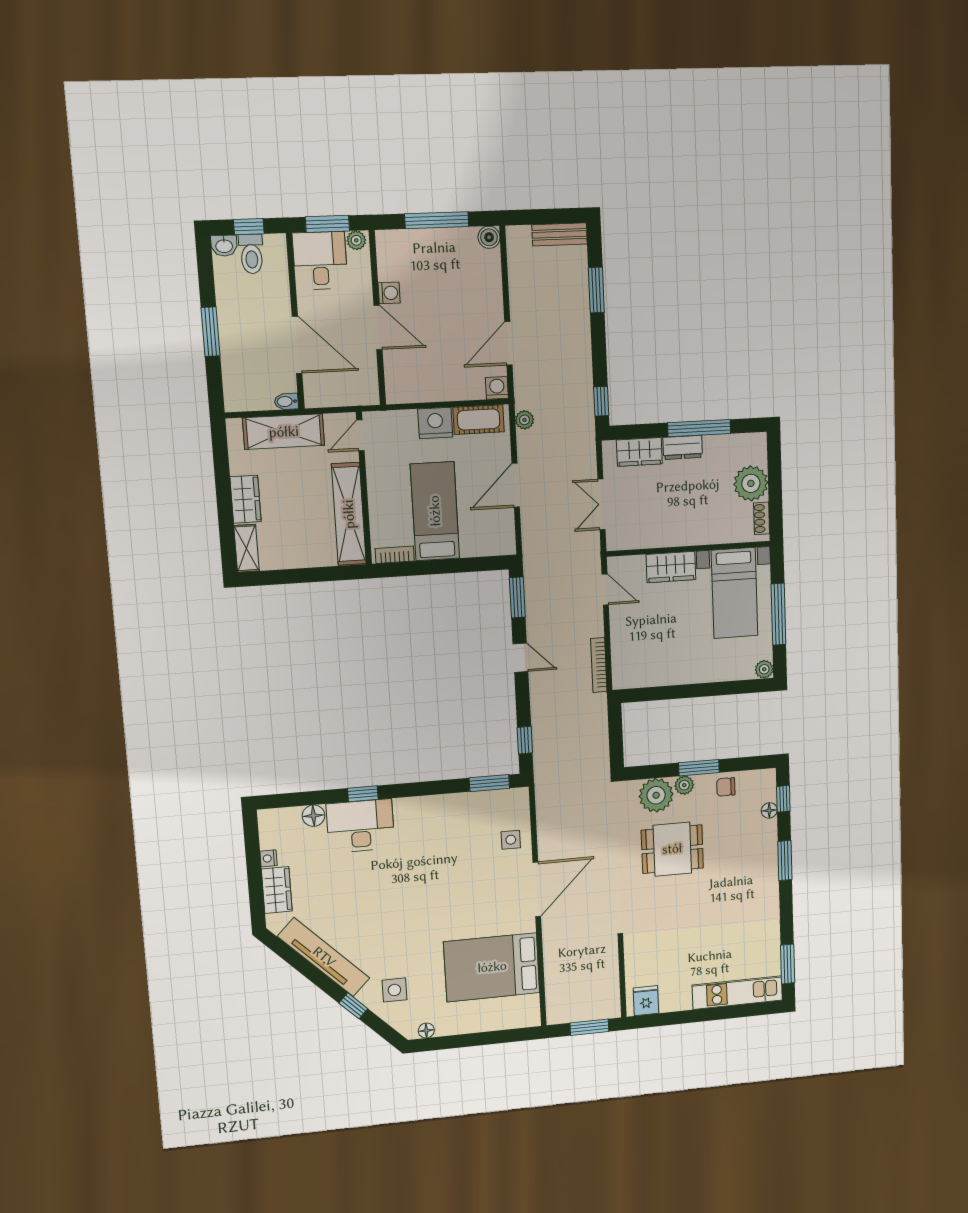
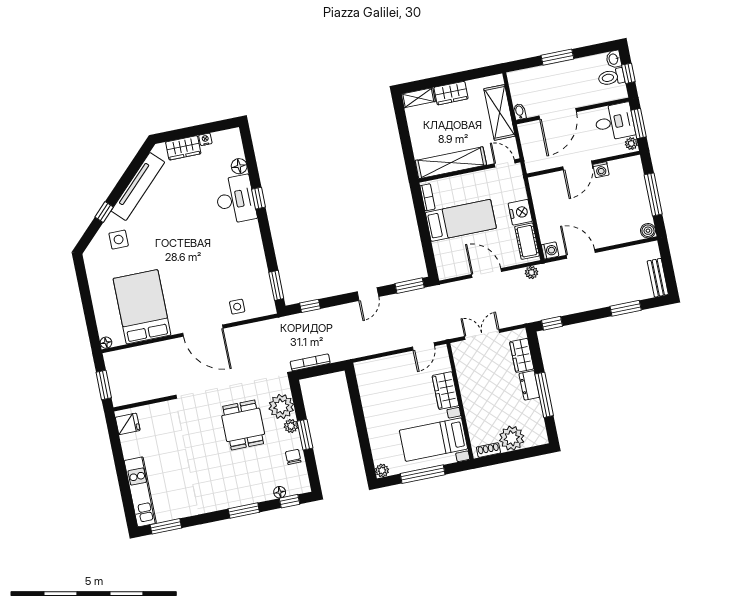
bookcase: (599, 665) -> (310, 362), moved
floor lamp: (426, 1031) -> (106, 343), moved

